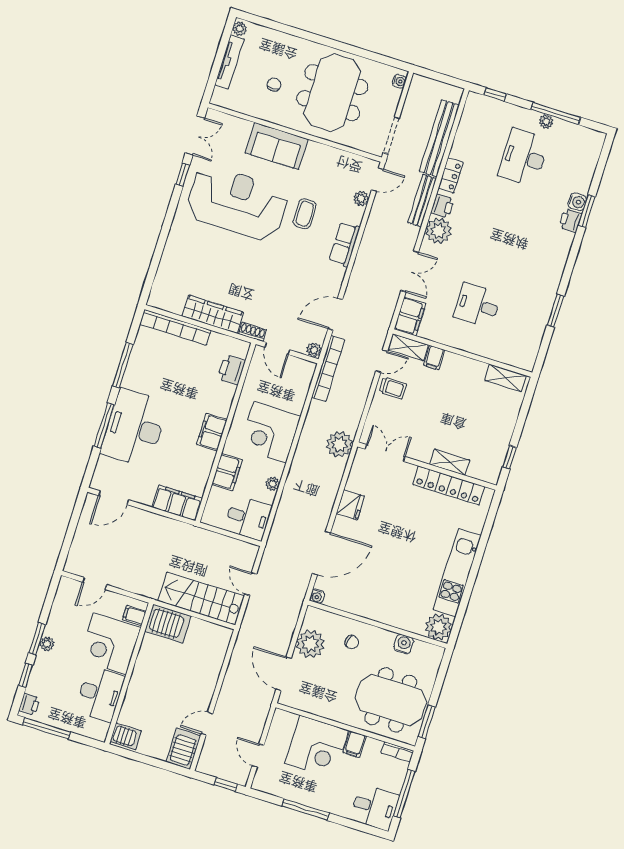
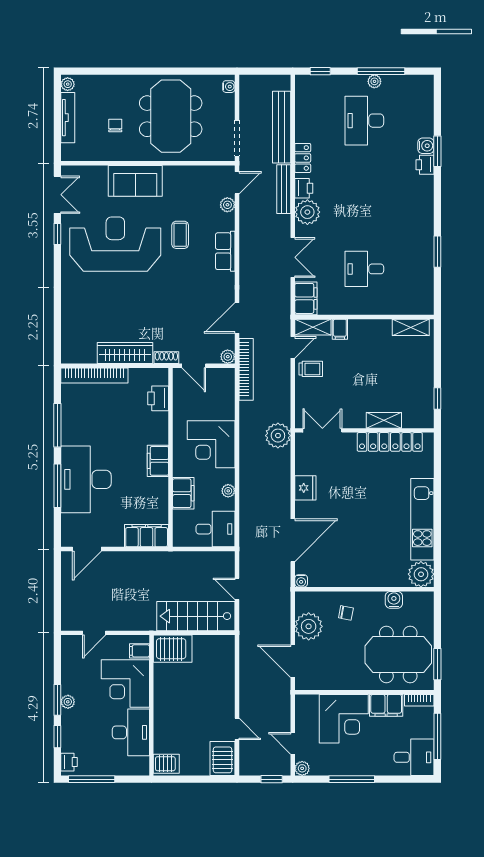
door: (207, 724) -> (237, 729), swing flipped
filing cabinet: (355, 744) -> (386, 705), width x2.00
plant: (260, 783) -> (302, 768), added

